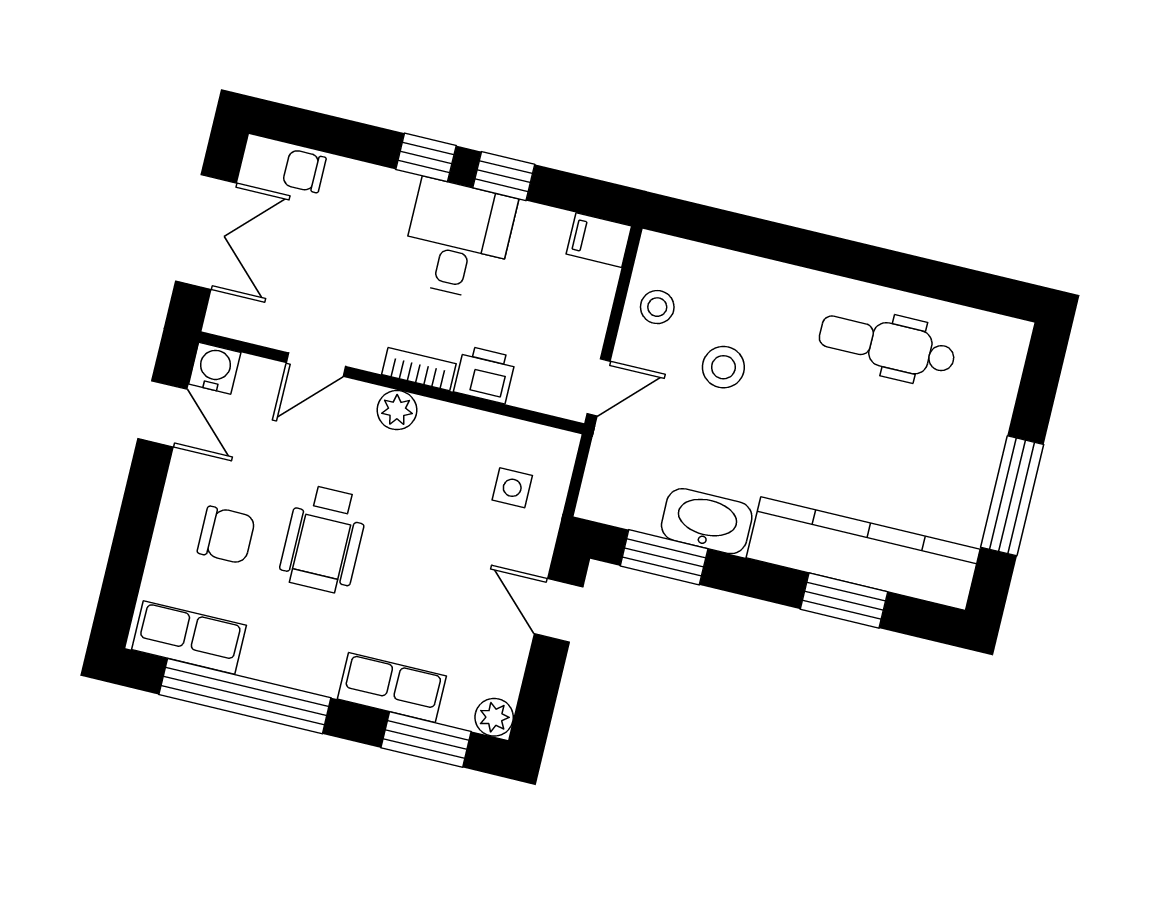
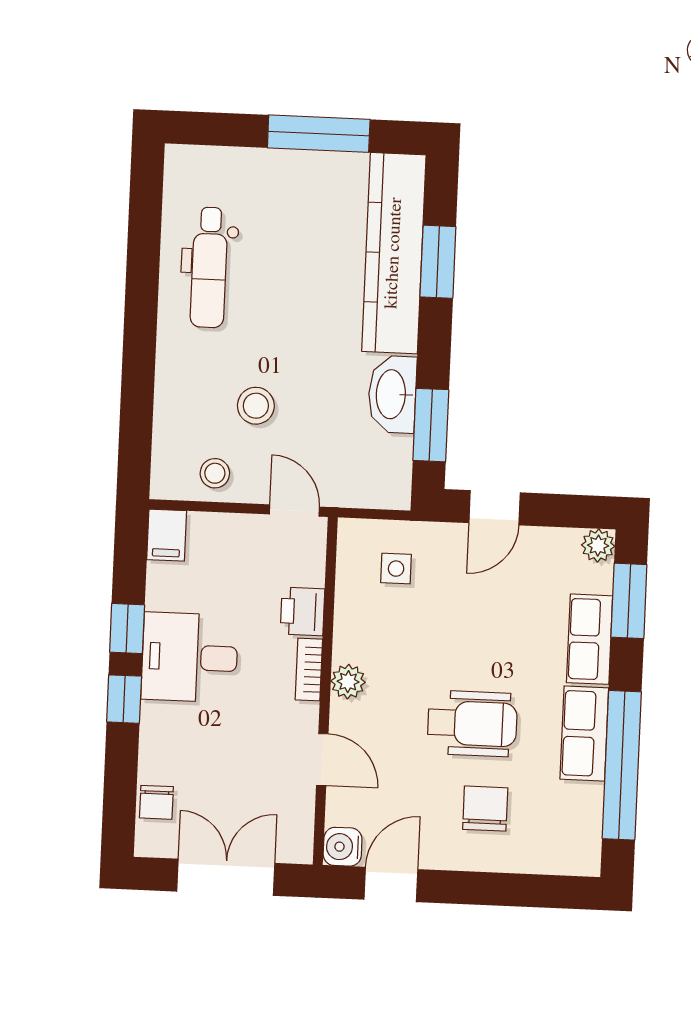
row of seats: (189, 637) -> (584, 733), moved

